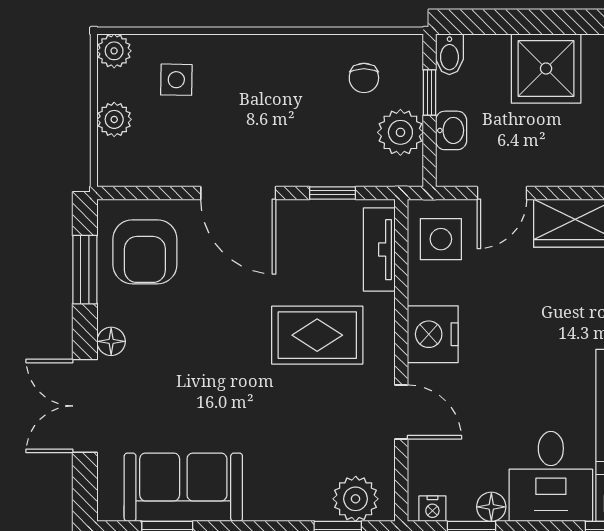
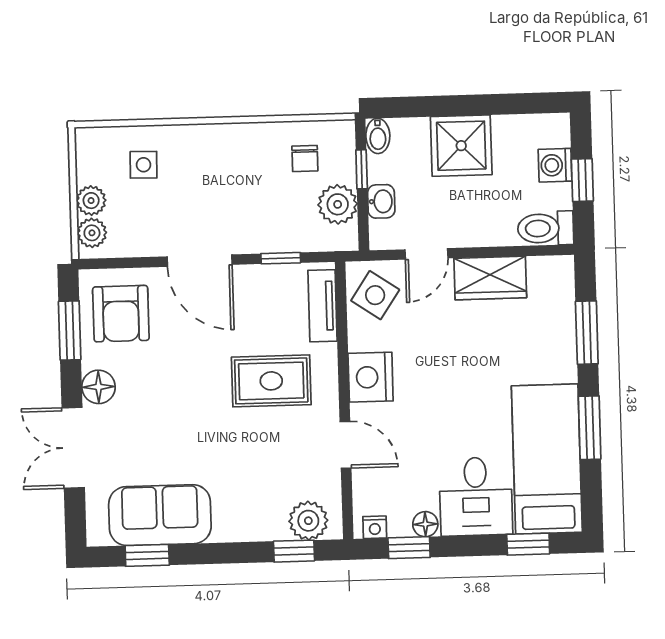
plant: (114, 51) -> (92, 233), moved
side table: (441, 239) -> (375, 295), turned 34
floor lamp: (111, 341) -> (98, 387), width x1.37, depth x1.37

